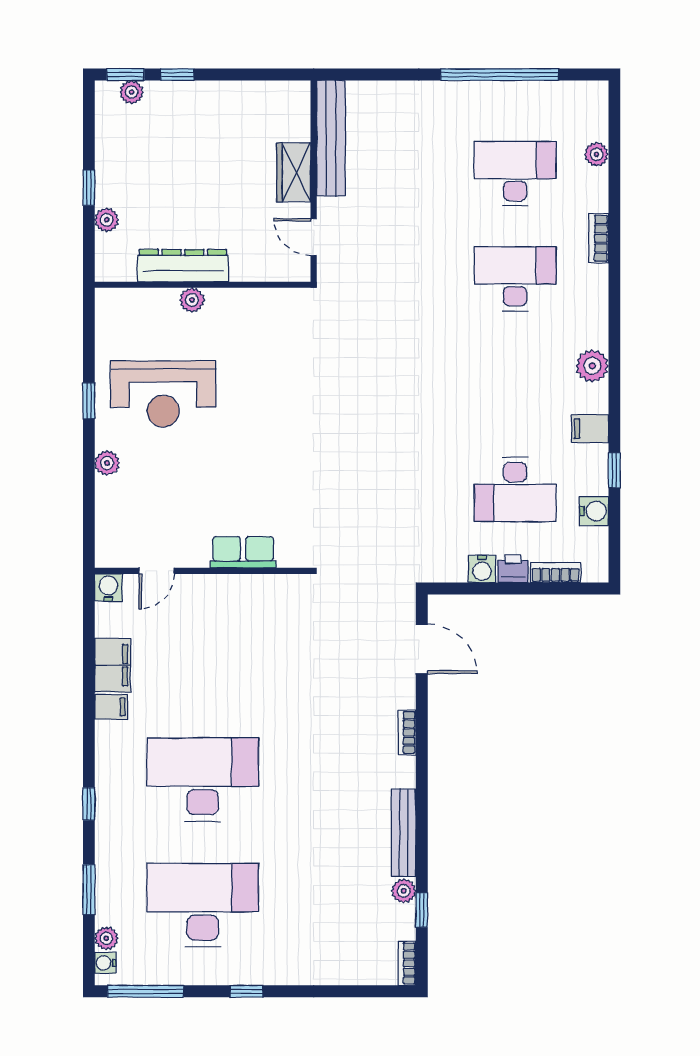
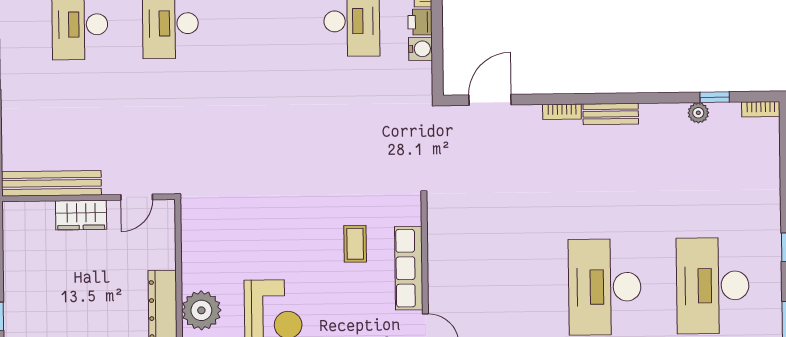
plant: (192, 300) -> (201, 310), width x1.88, depth x1.88
coffee table: (256, 490) -> (355, 244), added
row of seats: (243, 552) -> (409, 268), width x1.48
bench: (404, 833) -> (611, 114), moved, width x0.73

